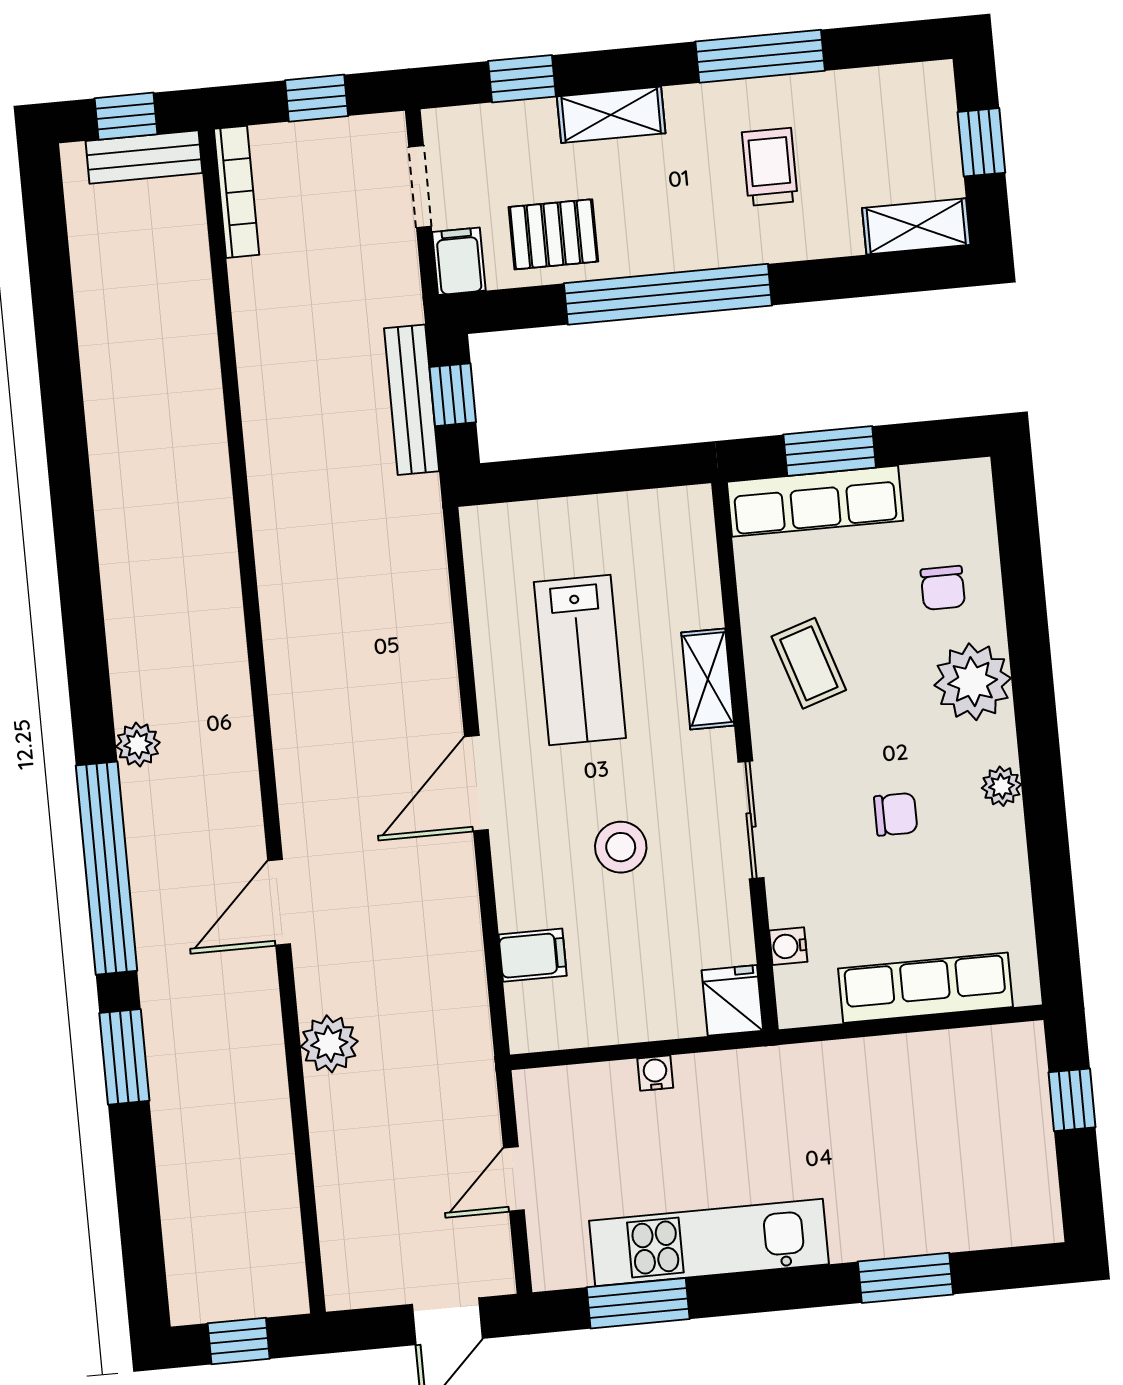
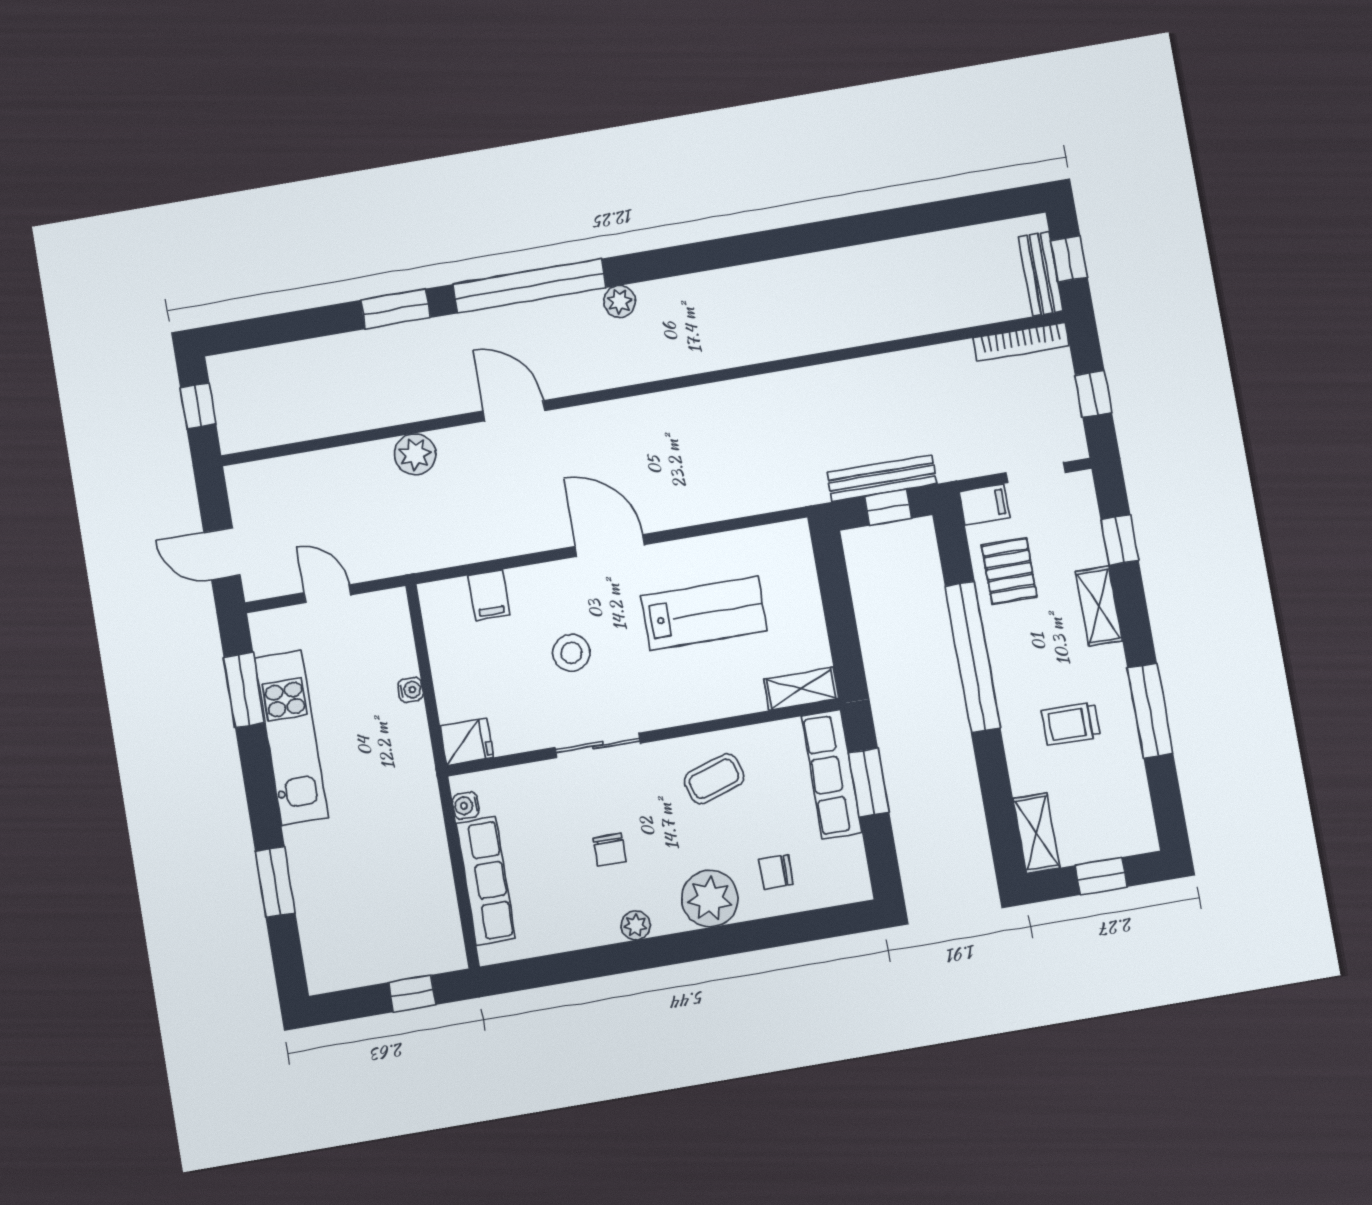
trolley: (770, 167) -> (1071, 724), turned 180
lab bench: (580, 660) -> (704, 613), turned 180
shelving: (708, 679) -> (801, 689), moved
water cooler: (788, 946) -> (466, 806), moved, turned -90

